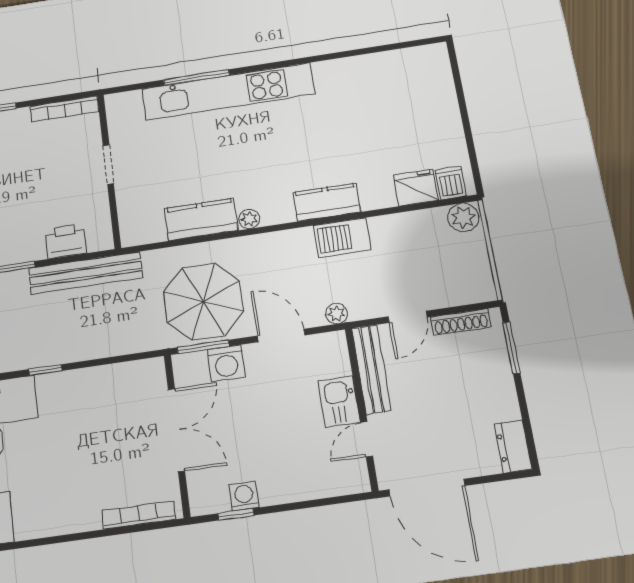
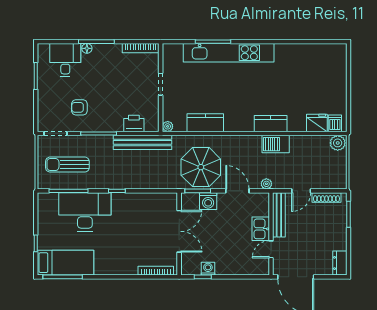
plant: (249, 219) -> (168, 126), moved

